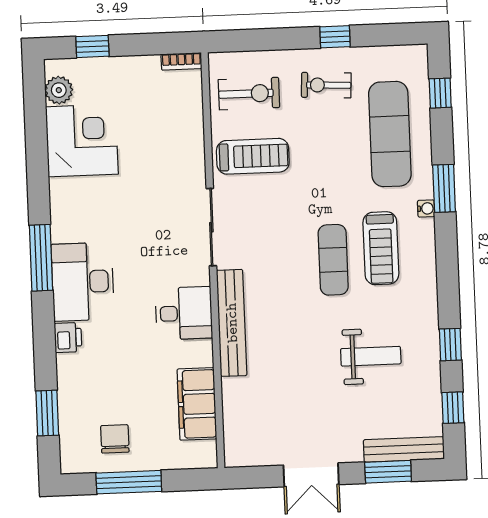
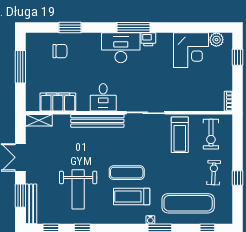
printer: (68, 338) -> (148, 39), moved
weight bench: (371, 356) -> (78, 189), width x1.36, depth x1.33
window: (47, 413) -> (70, 28), moved
chair: (115, 439) -> (60, 51), moved
shelving: (235, 441) -> (39, 120), added

